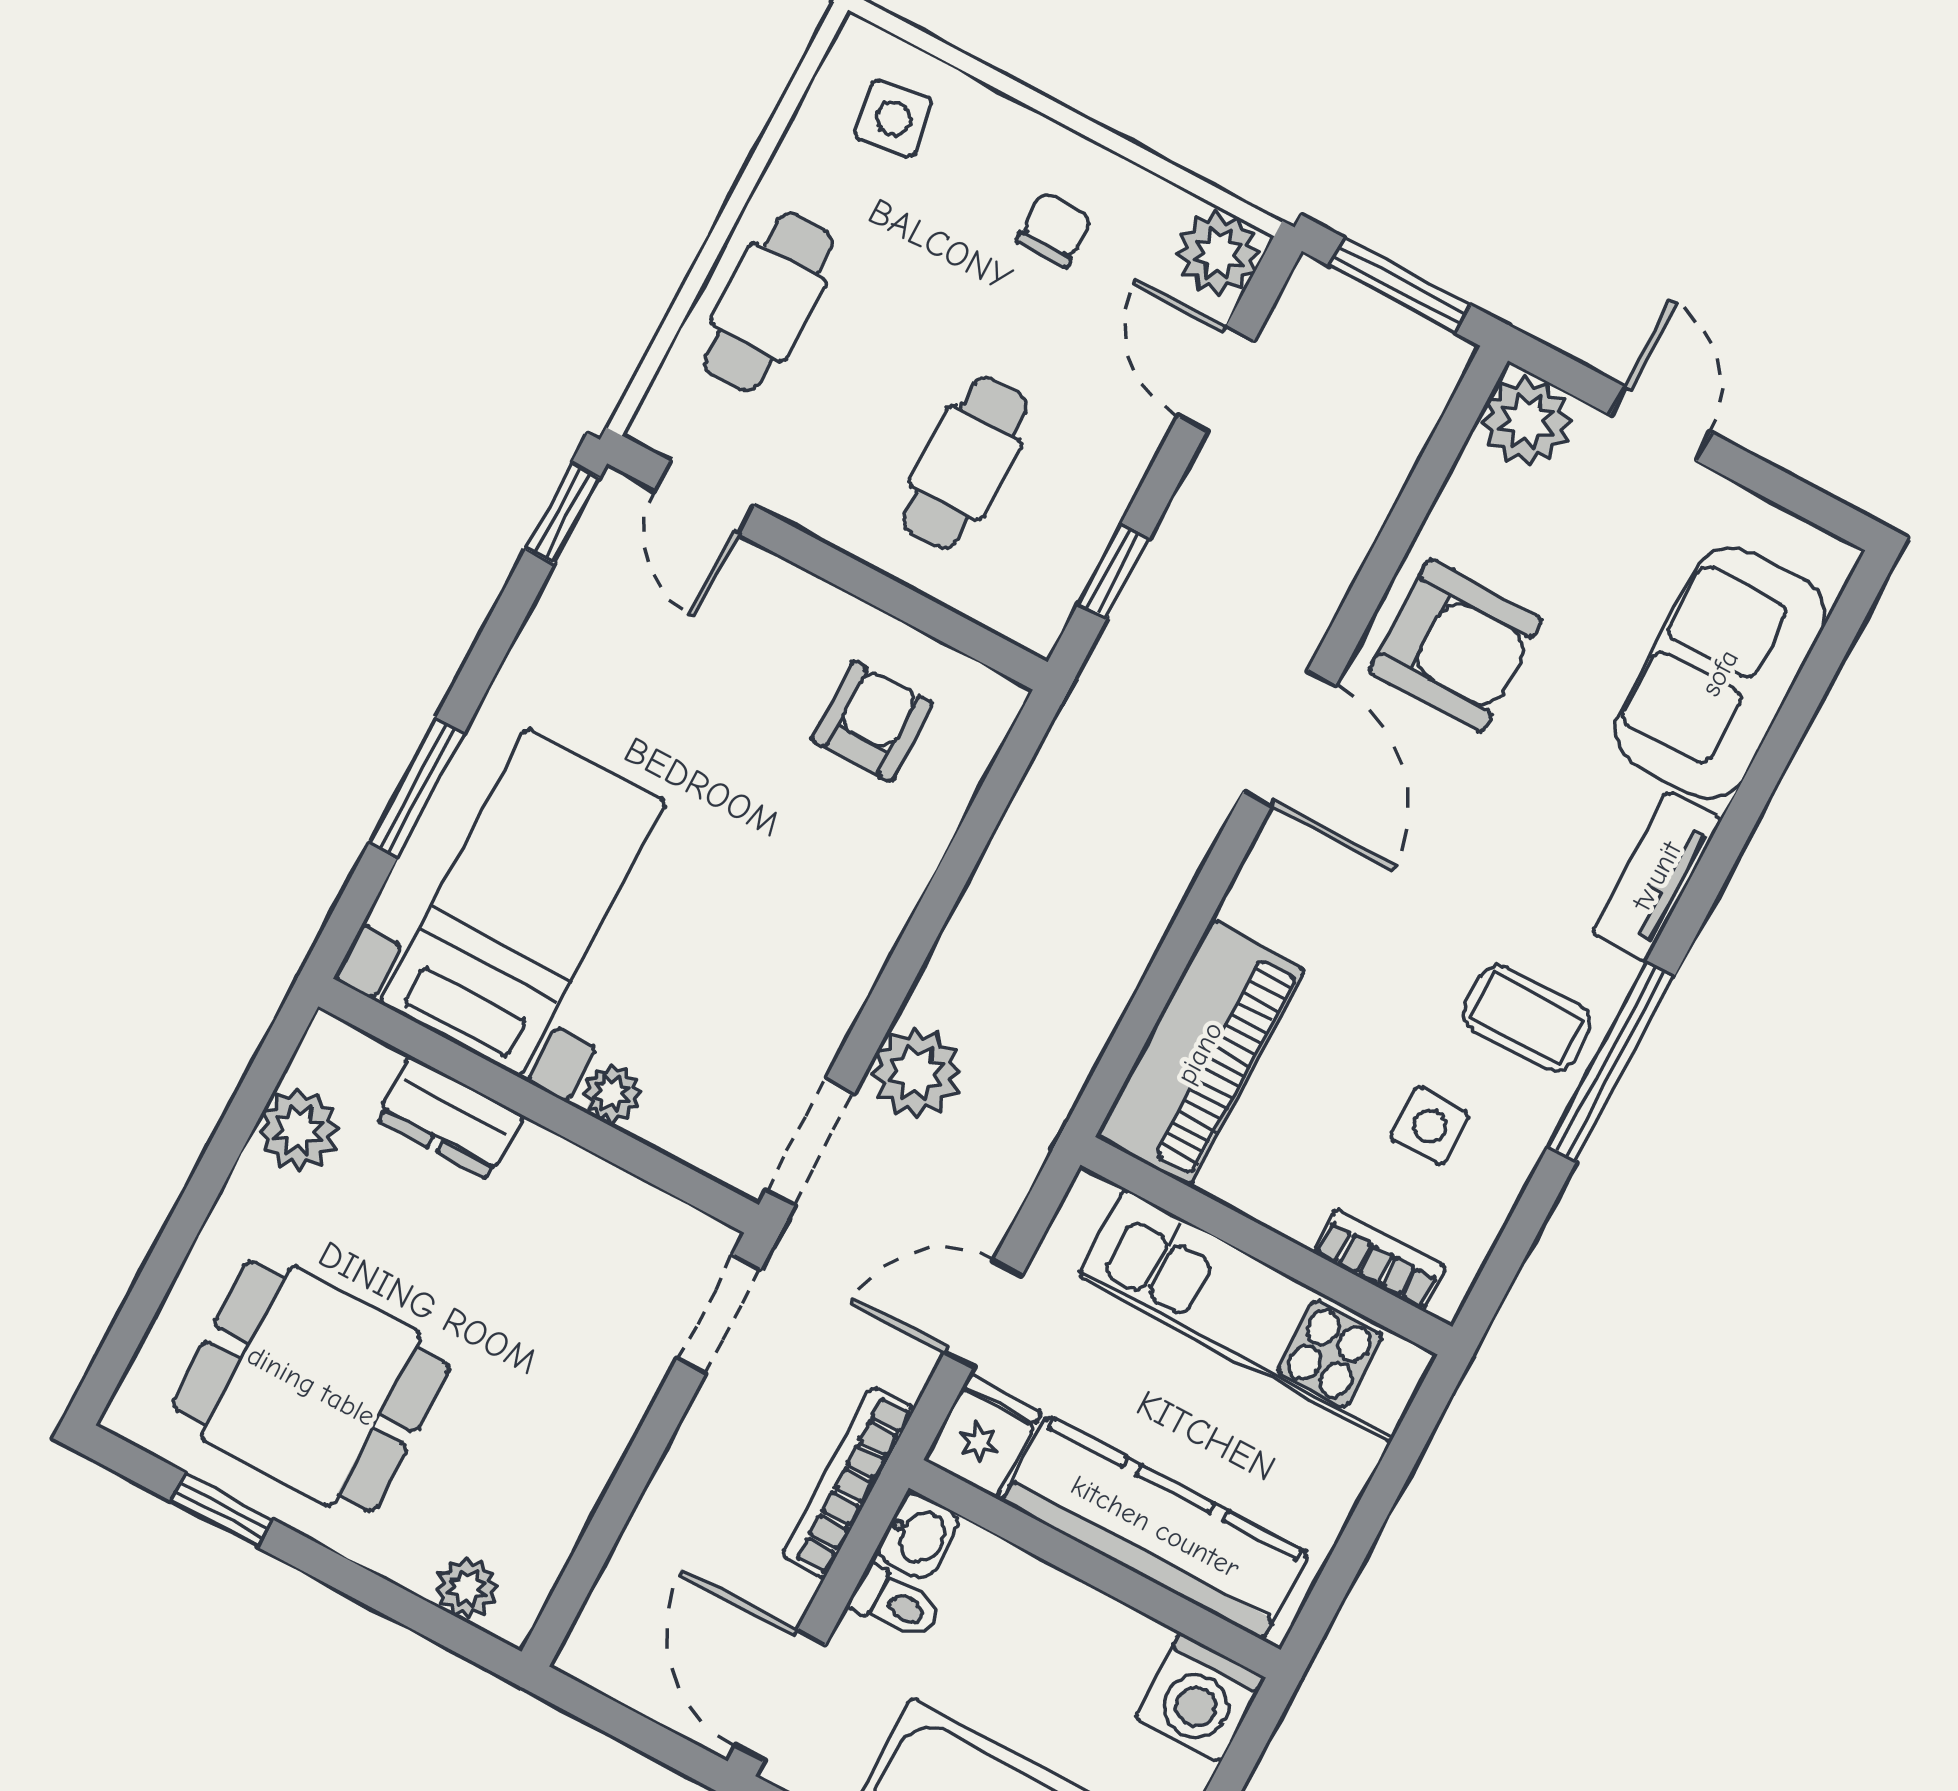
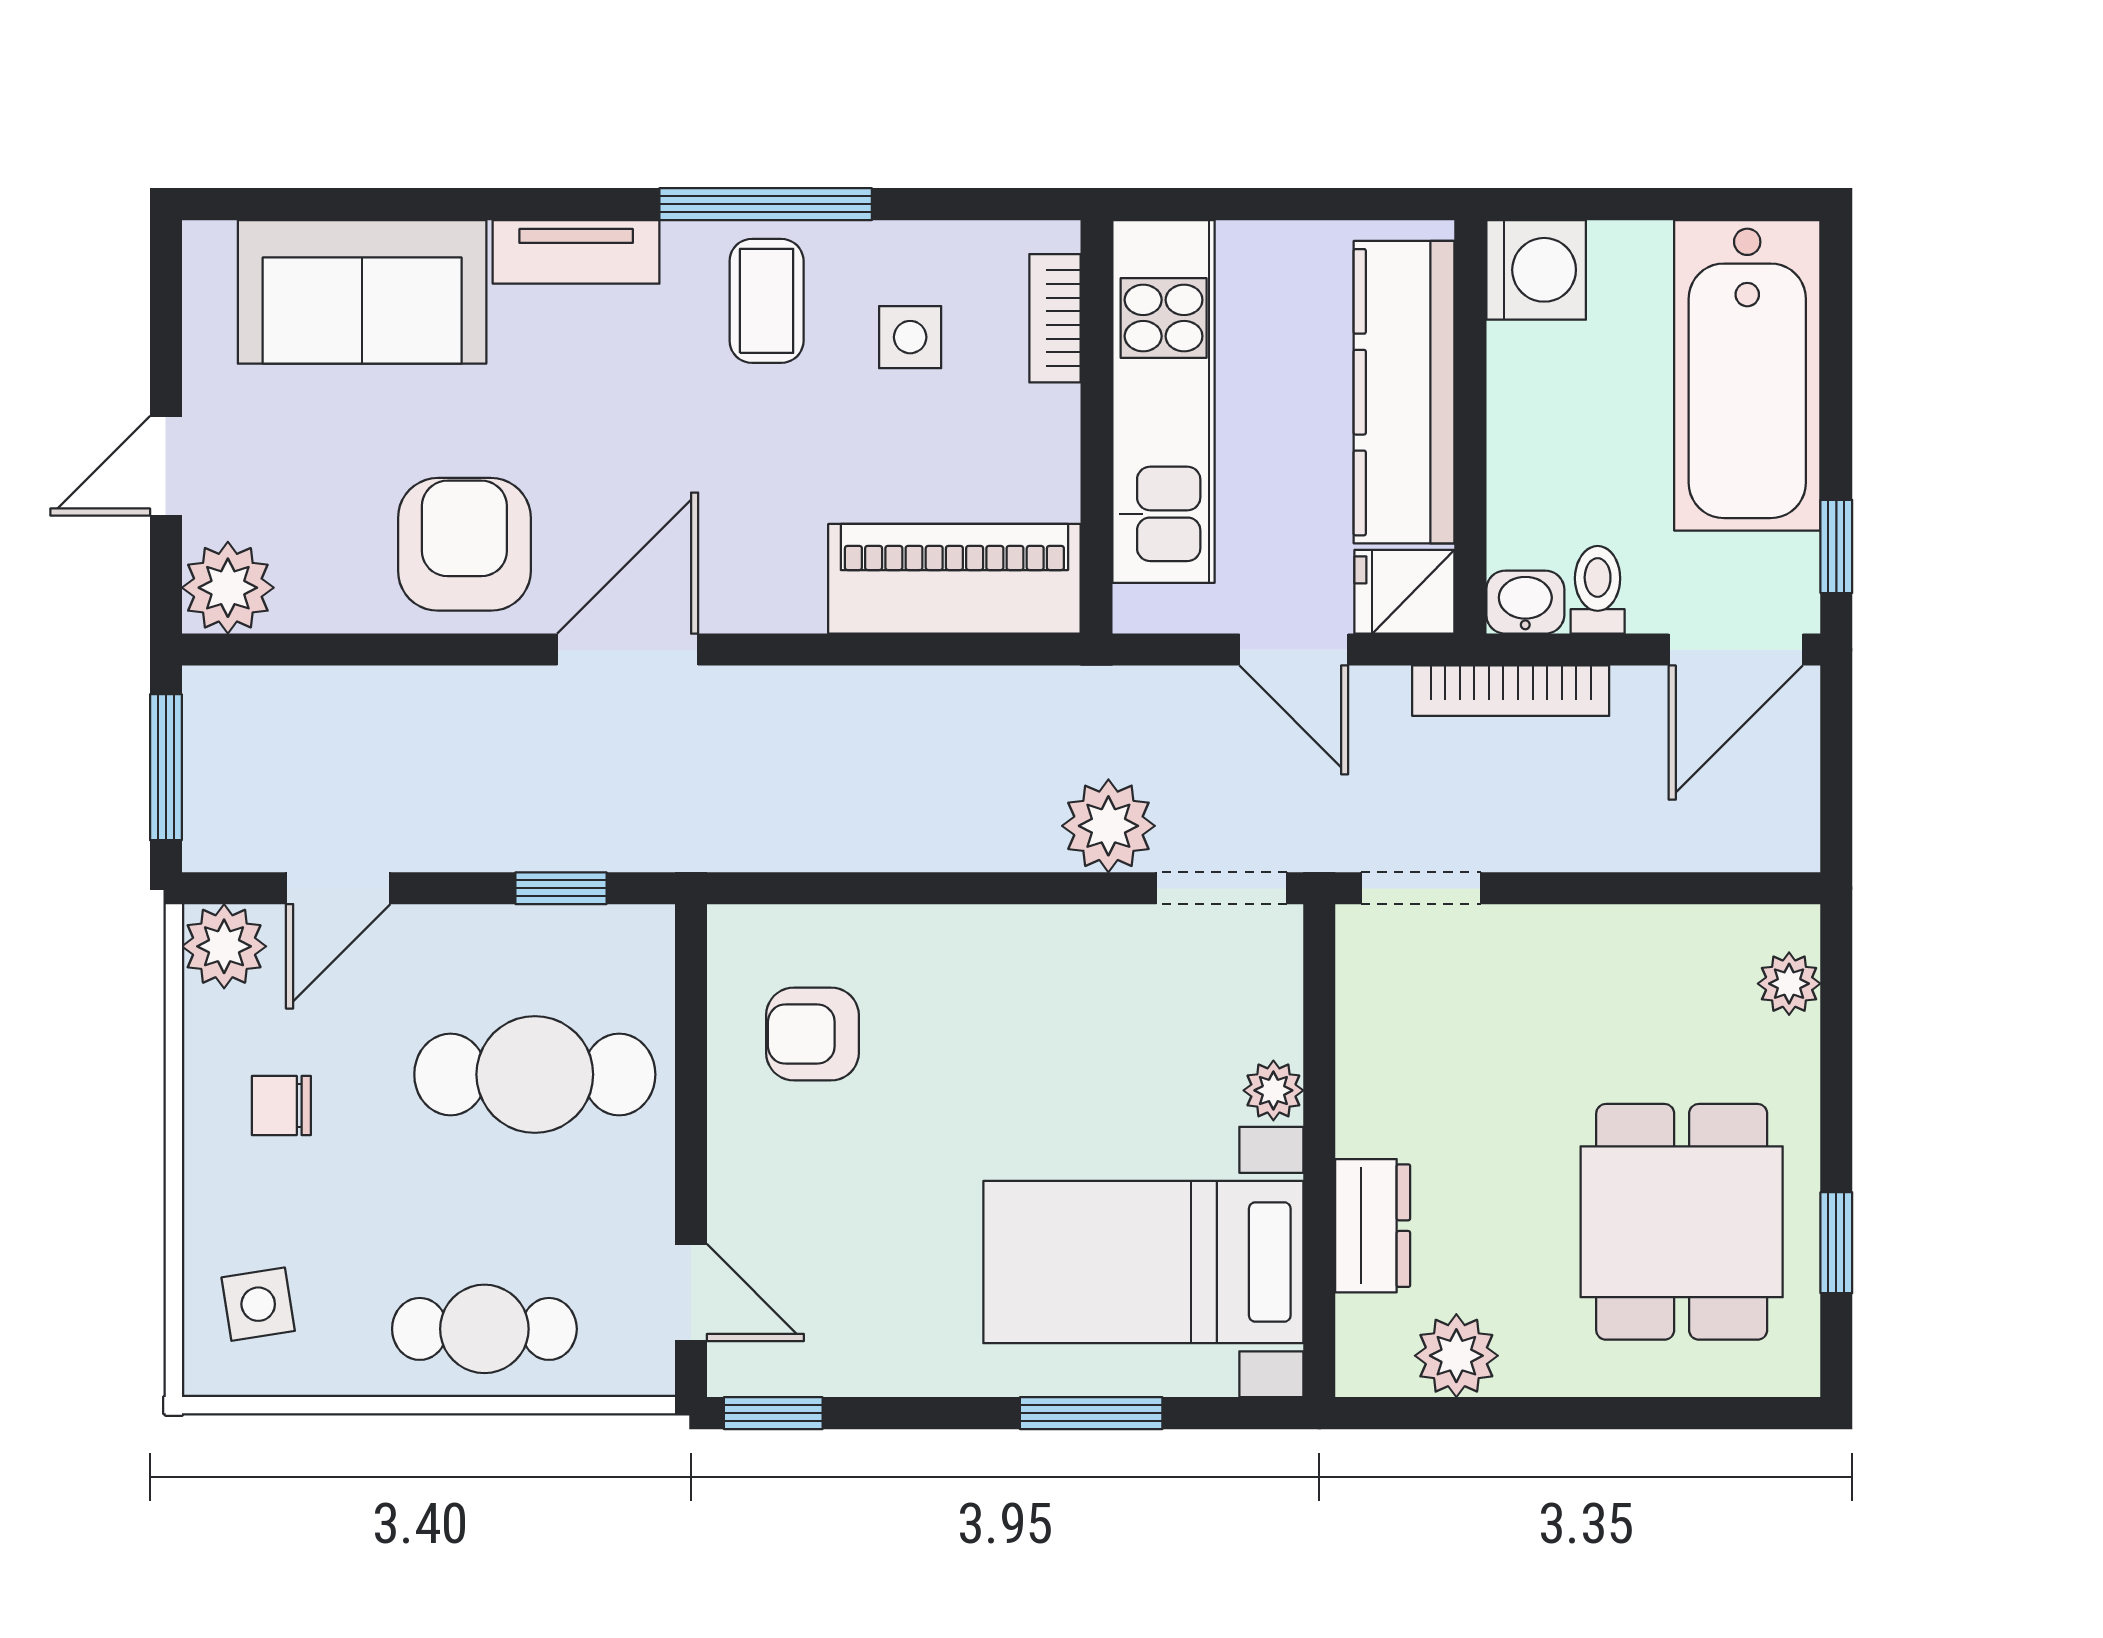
cafe table: (965, 463) -> (535, 1074), width x1.37, depth x1.35
door: (705, 498) -> (691, 1293), hinge flipped

